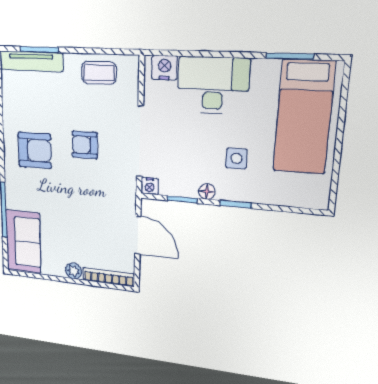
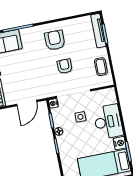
nightstand: (164, 68) -> (120, 143), moved
armchair: (35, 150) -> (55, 40), turned 180
side table: (236, 158) -> (80, 117), moved

